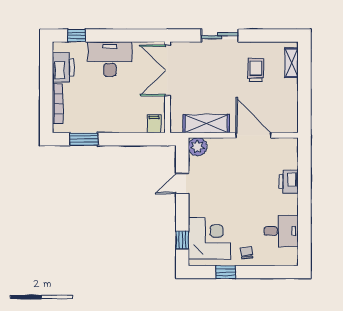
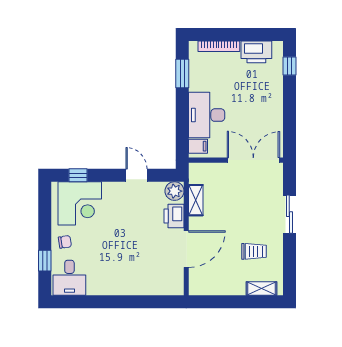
desk: (110, 59) -> (207, 115), moved, turned 180
shelving: (206, 124) -> (196, 200), width x0.67, depth x0.75
printer: (289, 182) -> (174, 216), moved, turned -90
desk: (281, 231) -> (69, 278), moved
window: (226, 272) -> (45, 261), moved

